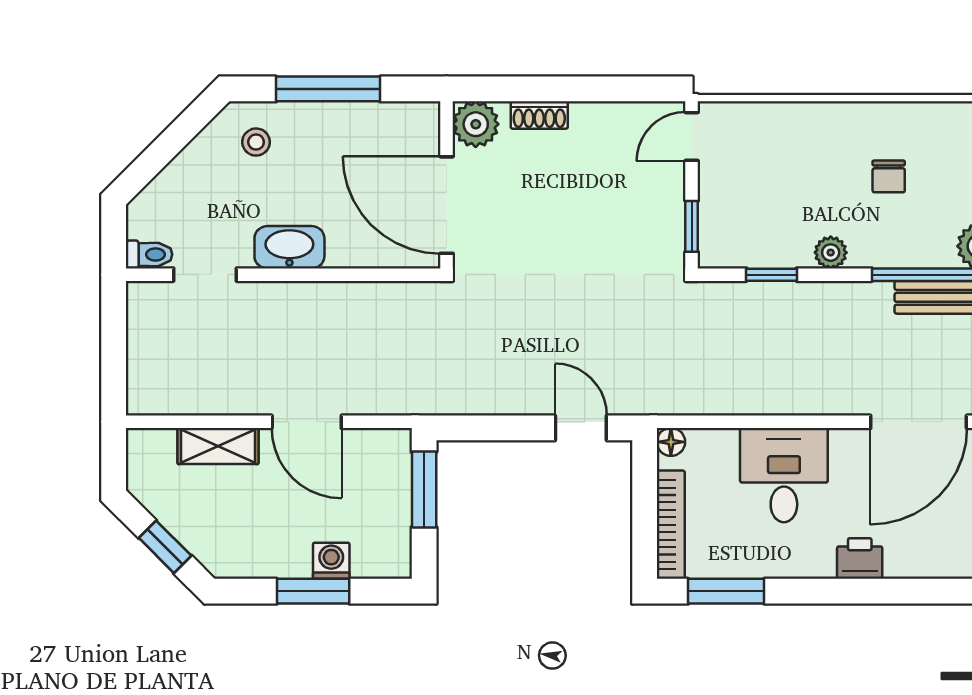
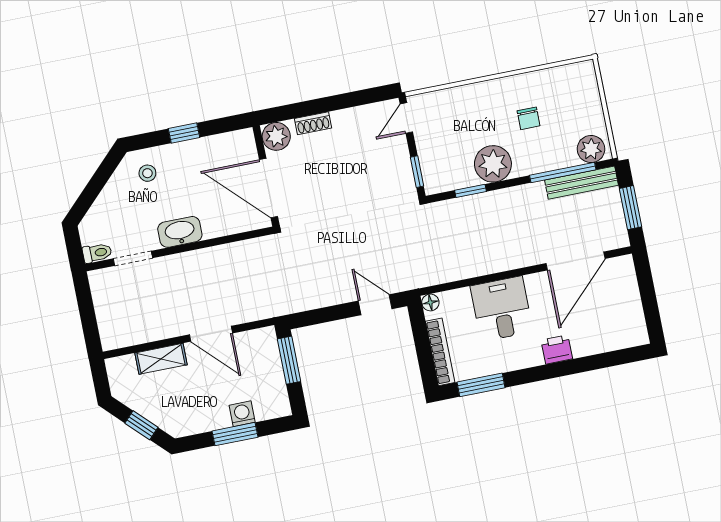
window: (328, 89) -> (184, 133), width x0.46
plant: (831, 253) -> (493, 164), width x1.87, depth x1.87

